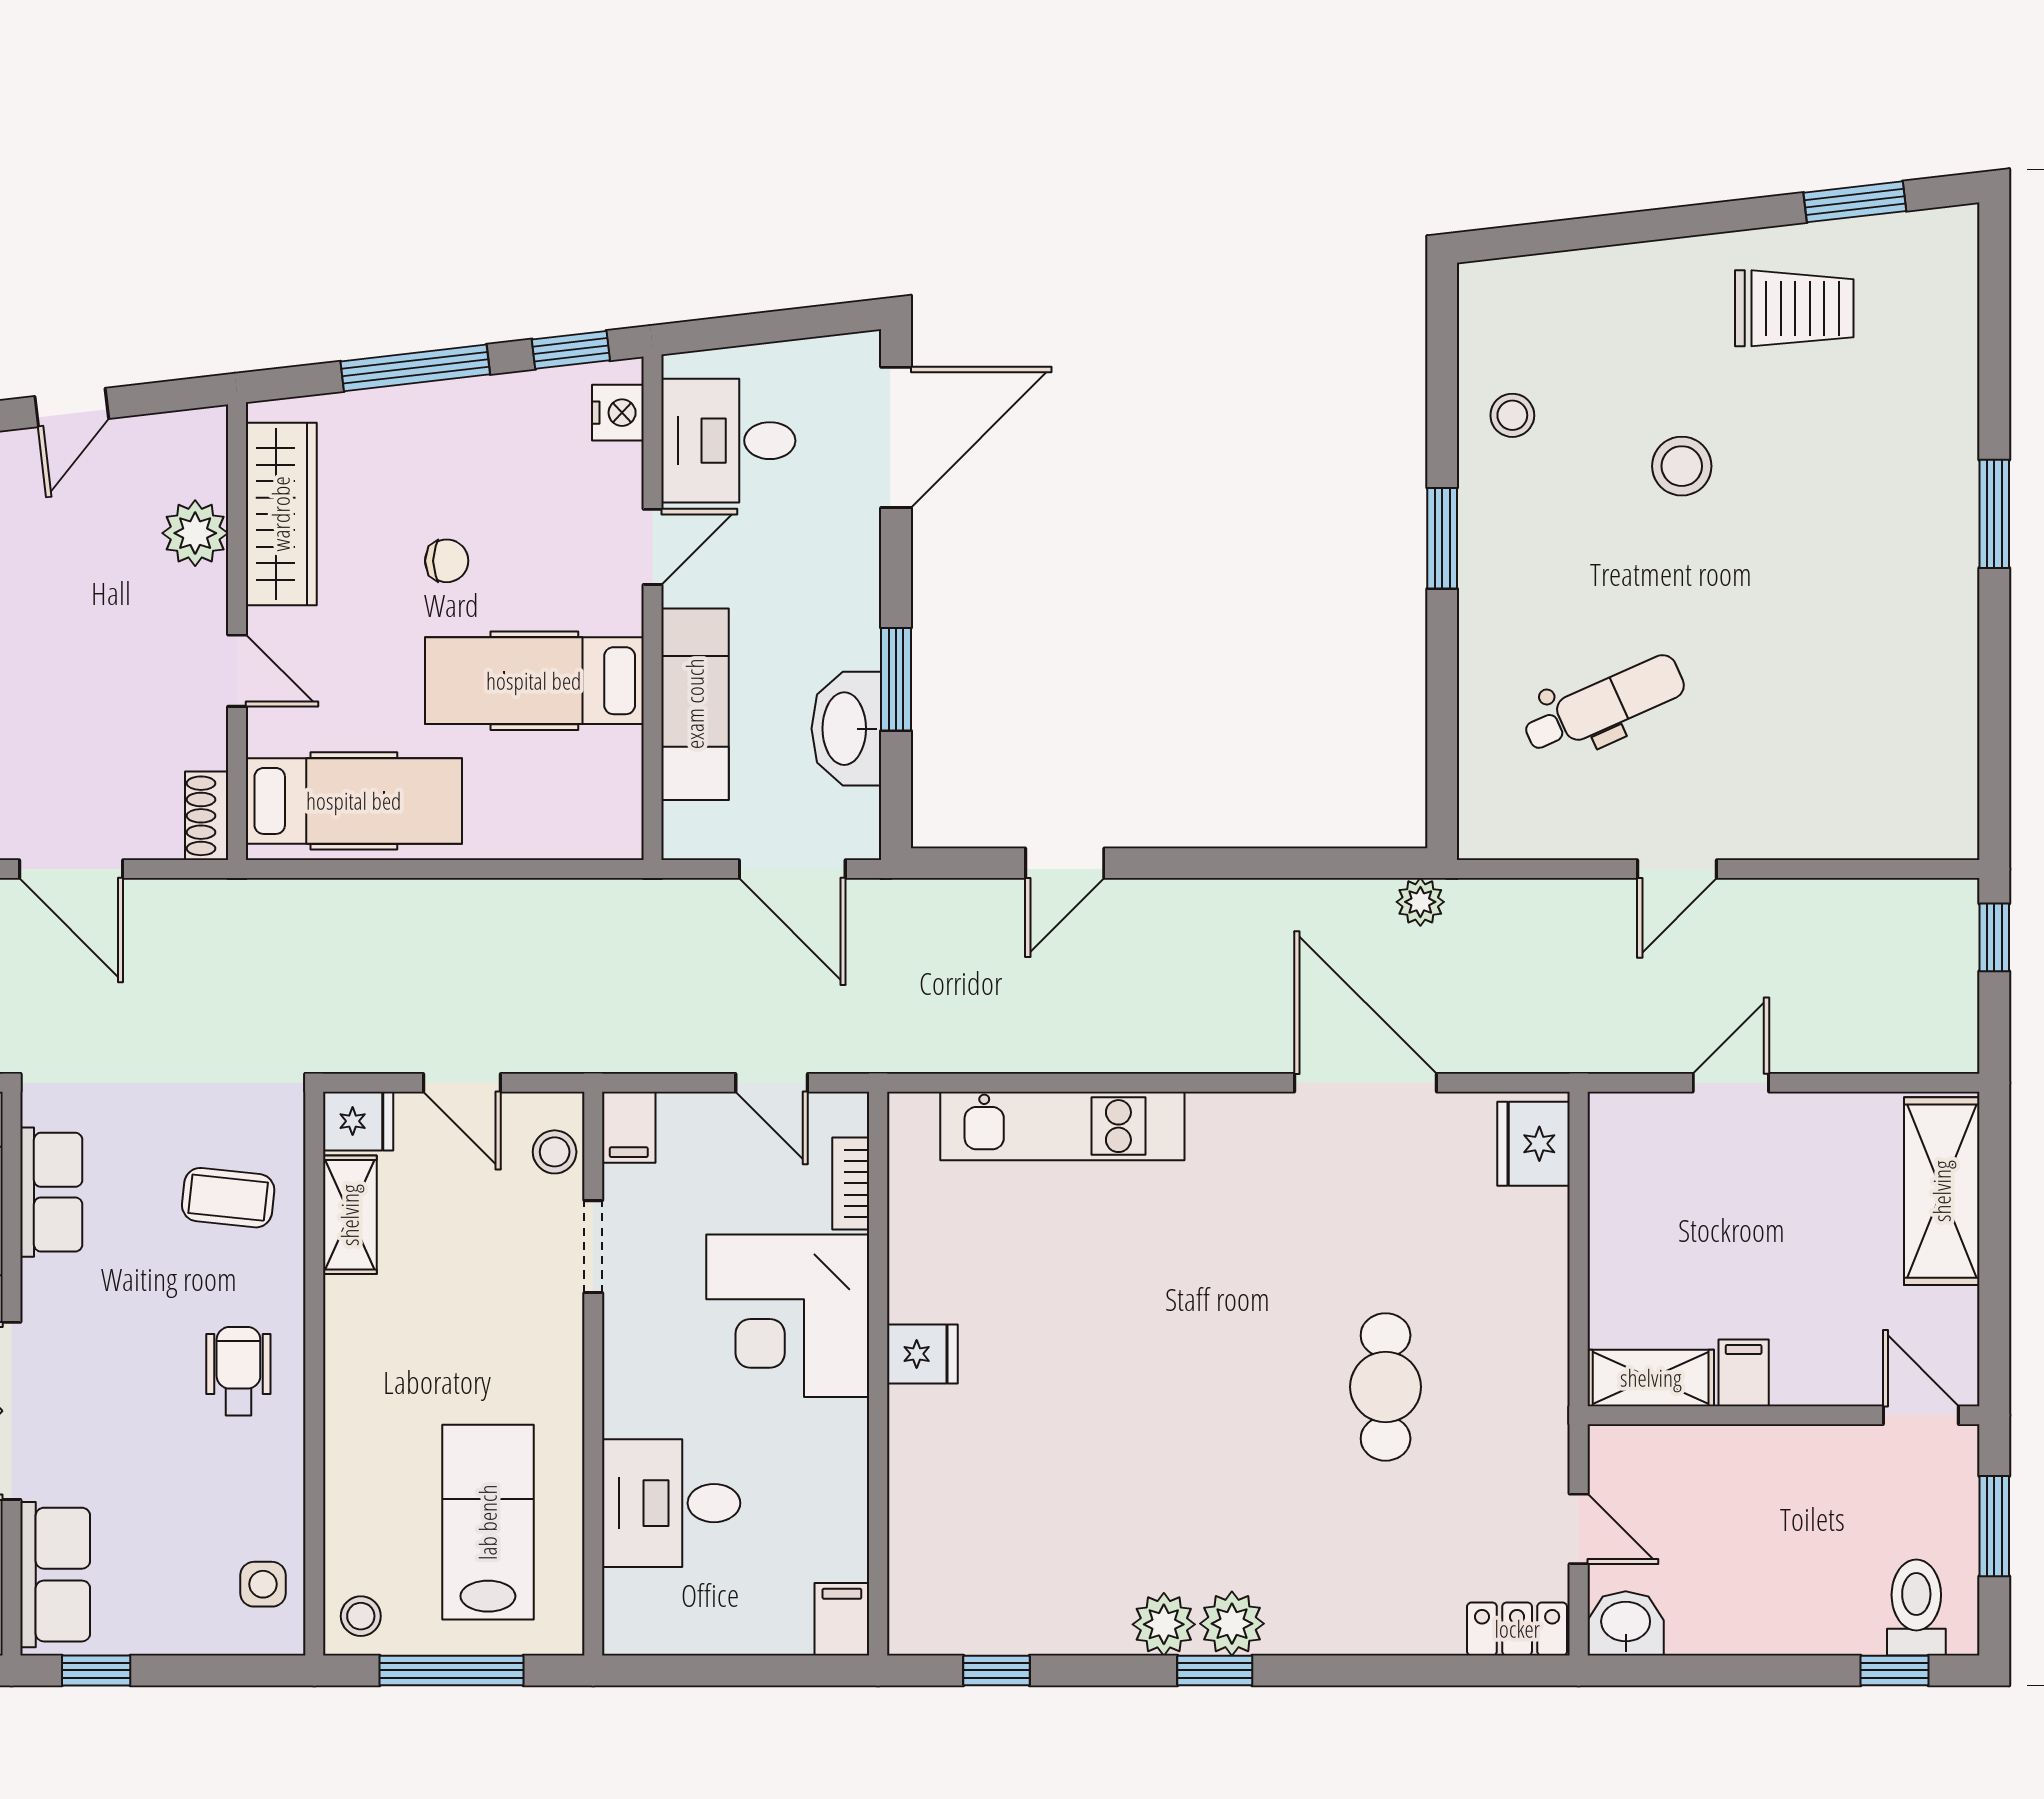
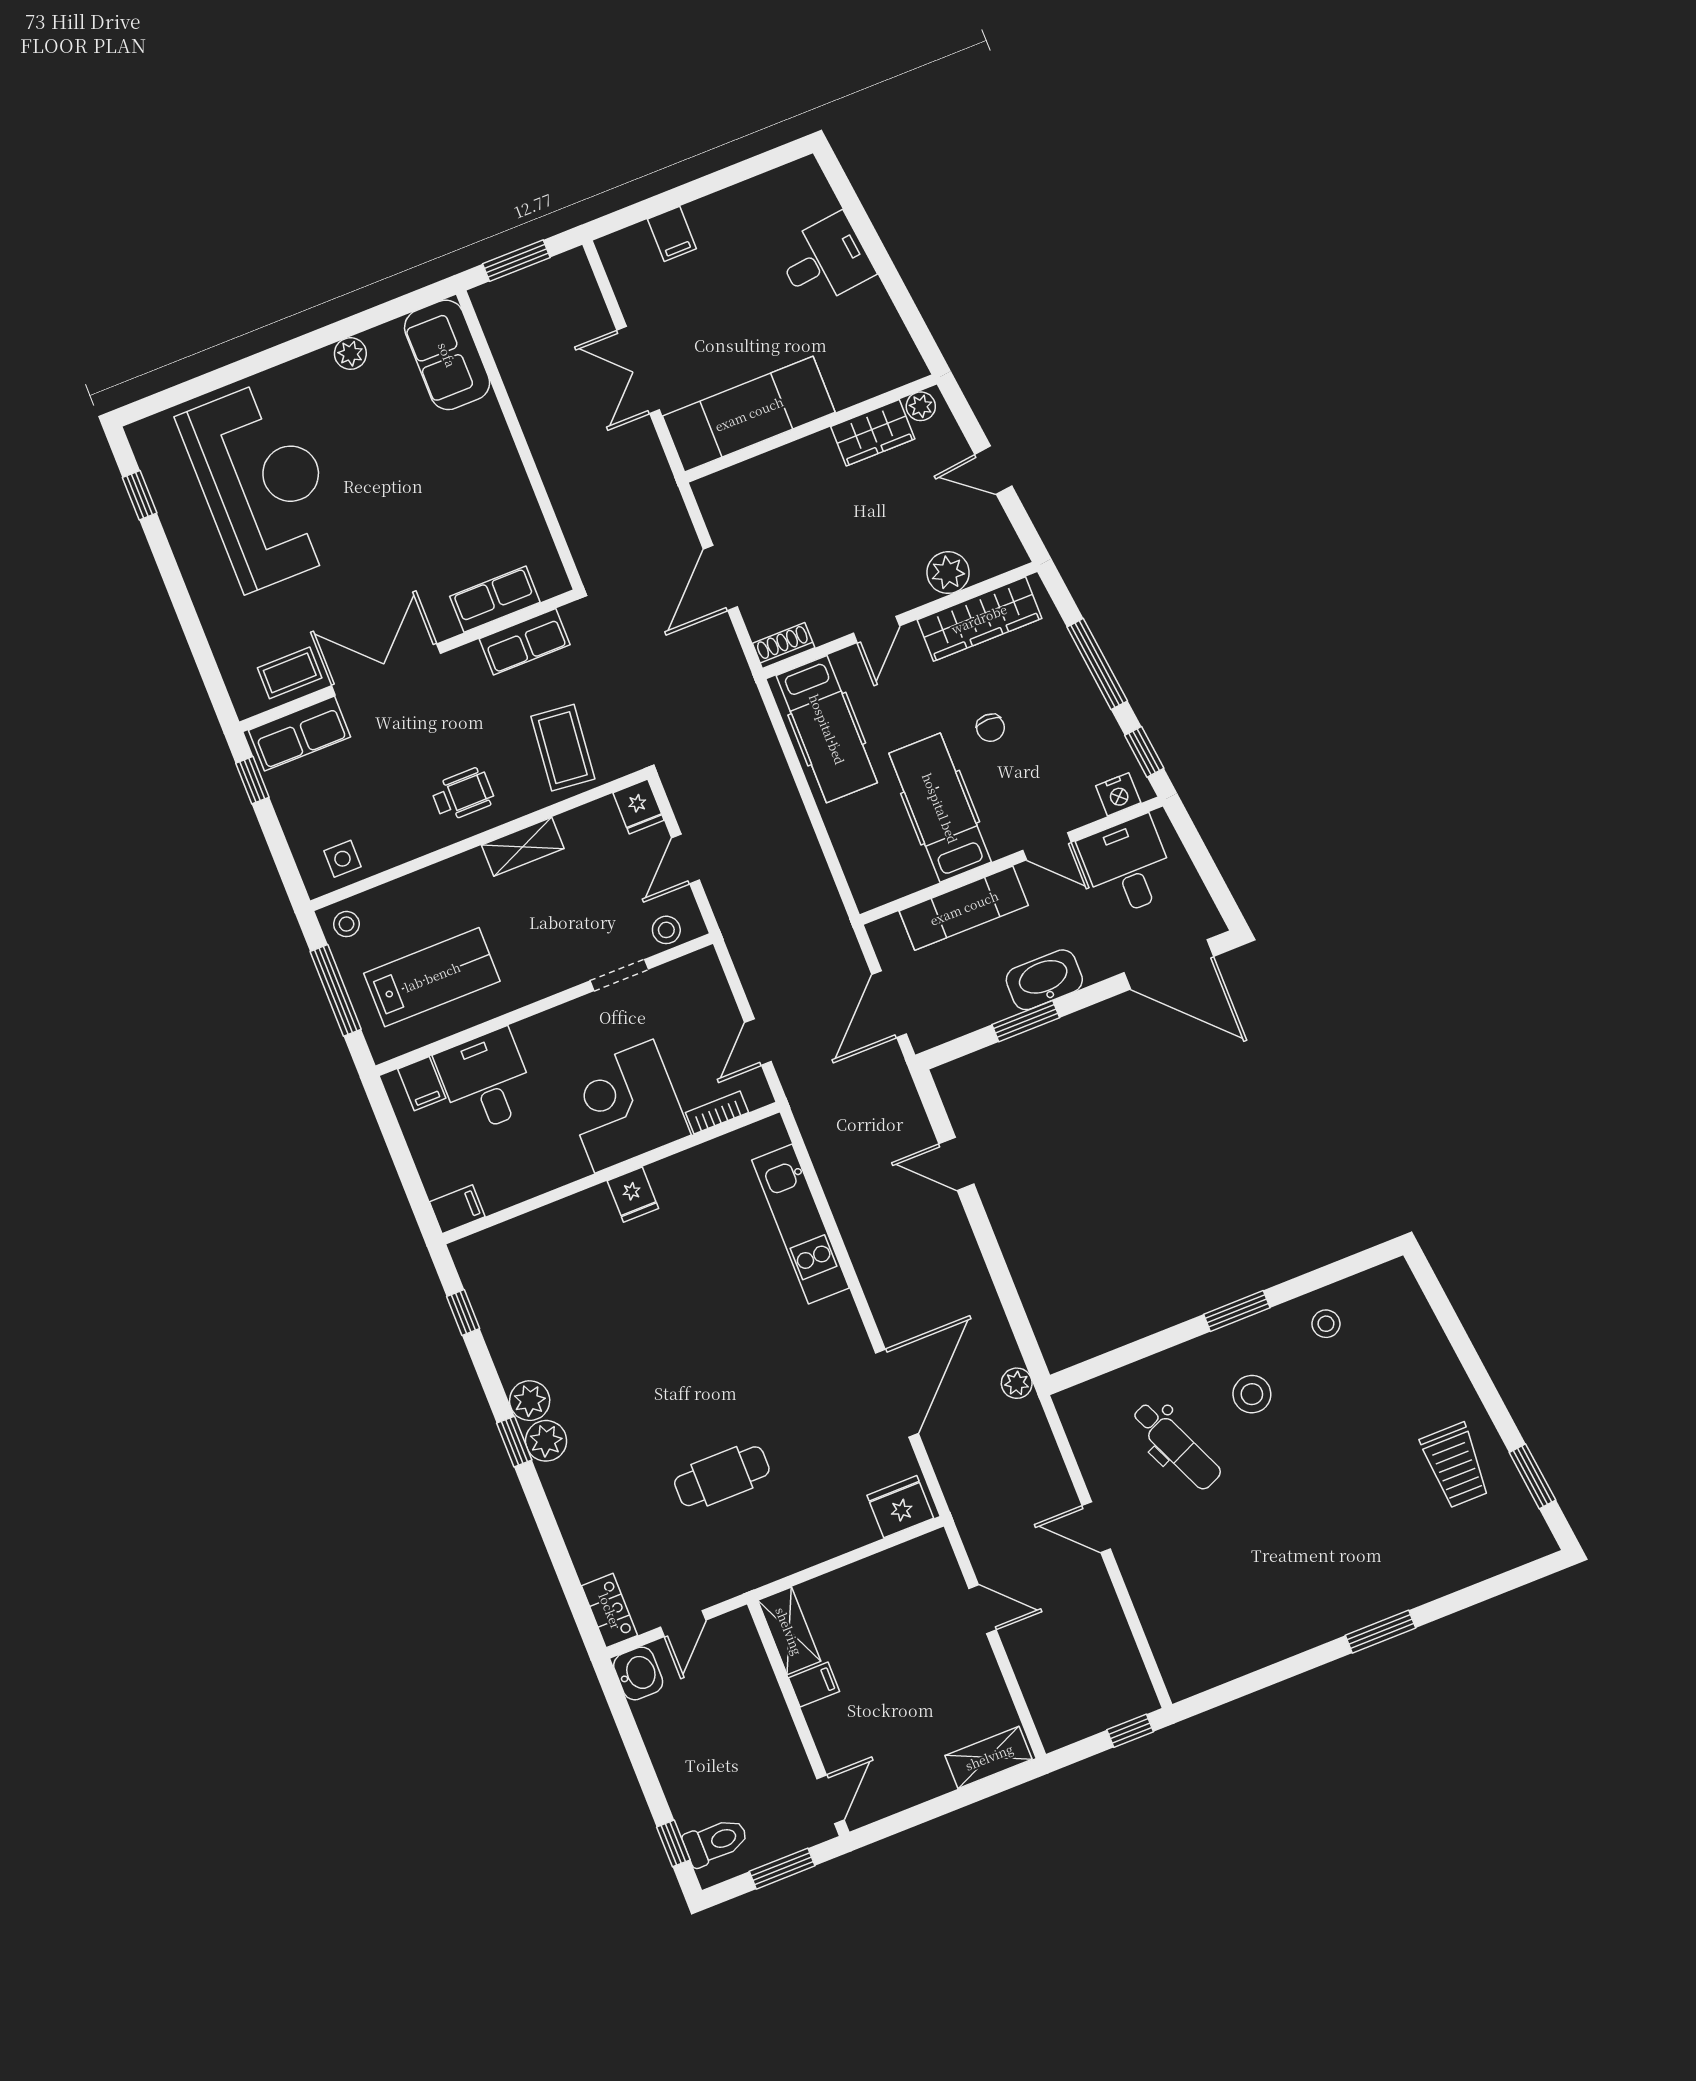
stool: (1682, 466) -> (1252, 1394), moved
washbasin: (846, 729) -> (1044, 980), moved
filing cabinet: (629, 1127) -> (422, 1084), moved, turned -90
shelving: (1942, 1191) -> (989, 1757), width x0.67, depth x0.75
coffee table: (228, 1198) -> (563, 748), width x1.36, depth x1.30
shelving: (350, 1215) -> (523, 847), moved

